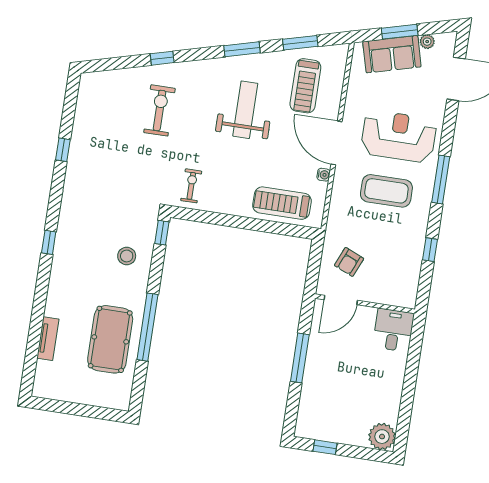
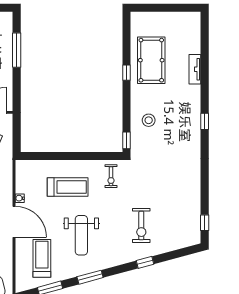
window: (63, 150) -> (205, 223), moved
treadmill: (282, 203) -> (68, 187), moved
window: (147, 327) -> (127, 73), width x0.32
tv unit: (48, 339) -> (195, 69), moved
window: (300, 358) -> (17, 50), moved

